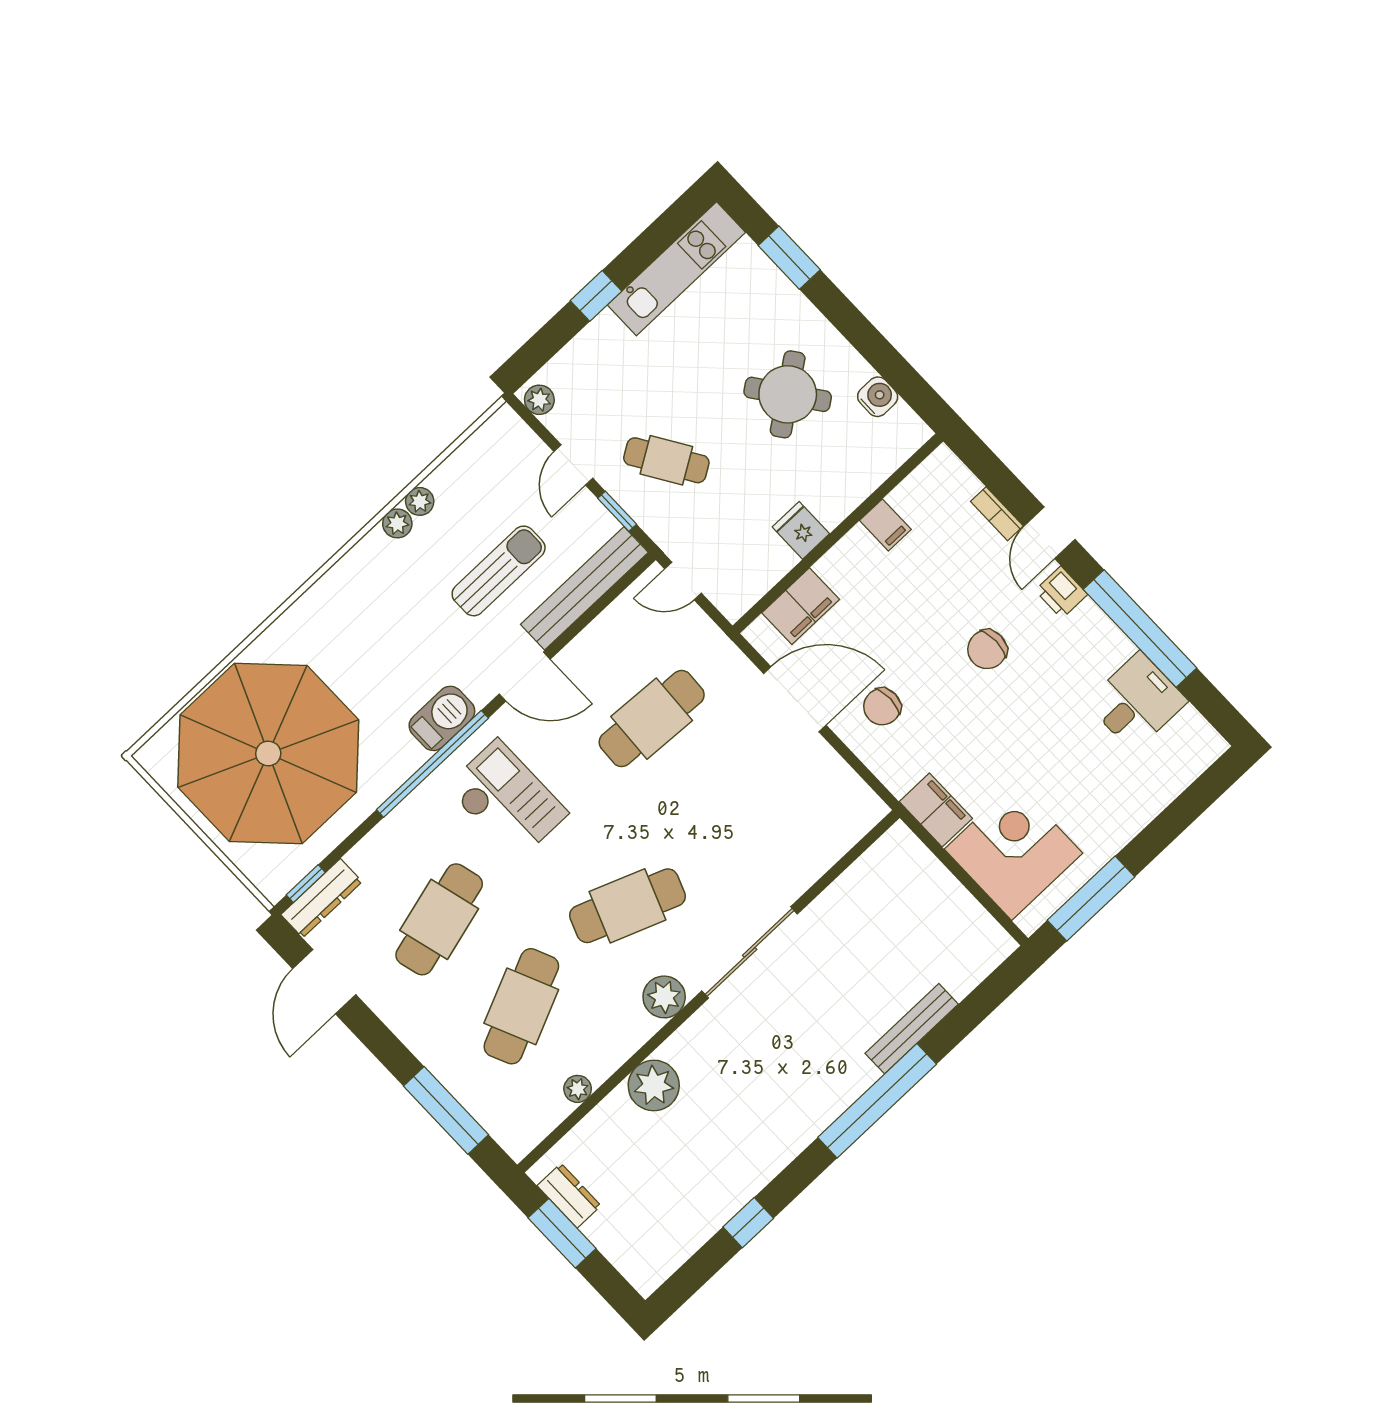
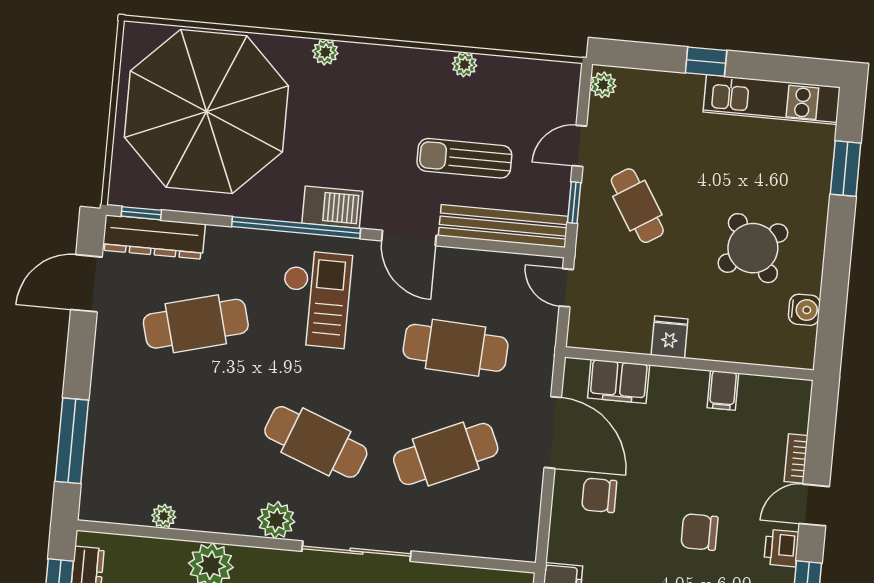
plant: (397, 523) -> (325, 52), moved
sun lounger: (499, 571) -> (464, 158), turned 180
dresser: (322, 898) -> (154, 237), width x1.37, depth x1.24
cafe table: (521, 1006) -> (446, 454), moved

